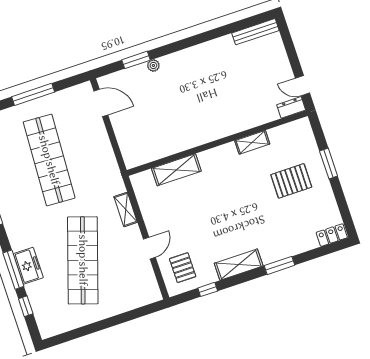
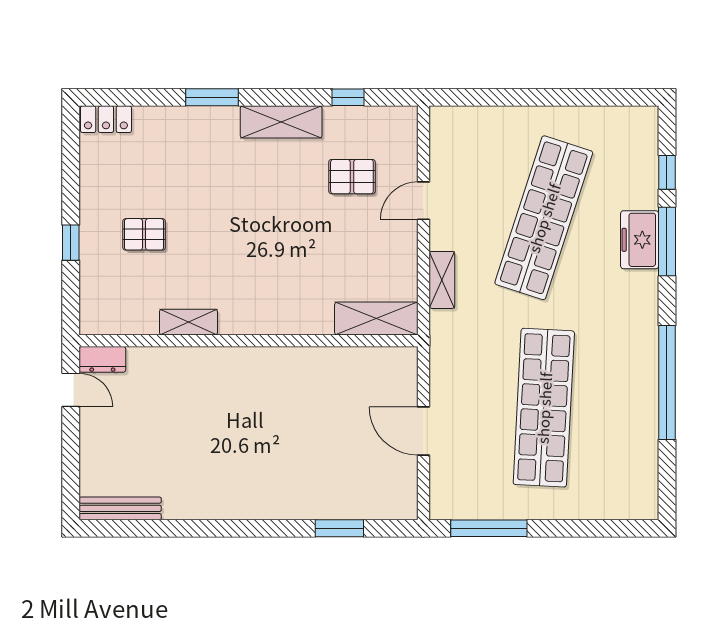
plant: (153, 65) -> (313, 509), removed
window: (33, 94) -> (489, 528), moved
door: (101, 103) -> (423, 431), moved
window: (329, 164) -> (71, 243), width x0.67
shelving: (176, 170) -> (376, 319), moved
pallet: (291, 181) -> (144, 234), width x0.67, depth x0.71
pallet: (183, 268) -> (352, 177), moved, turned 90

